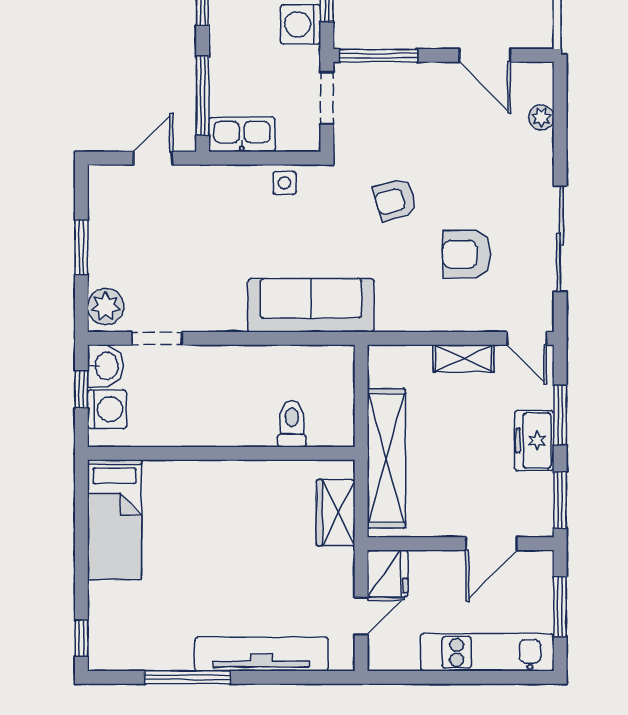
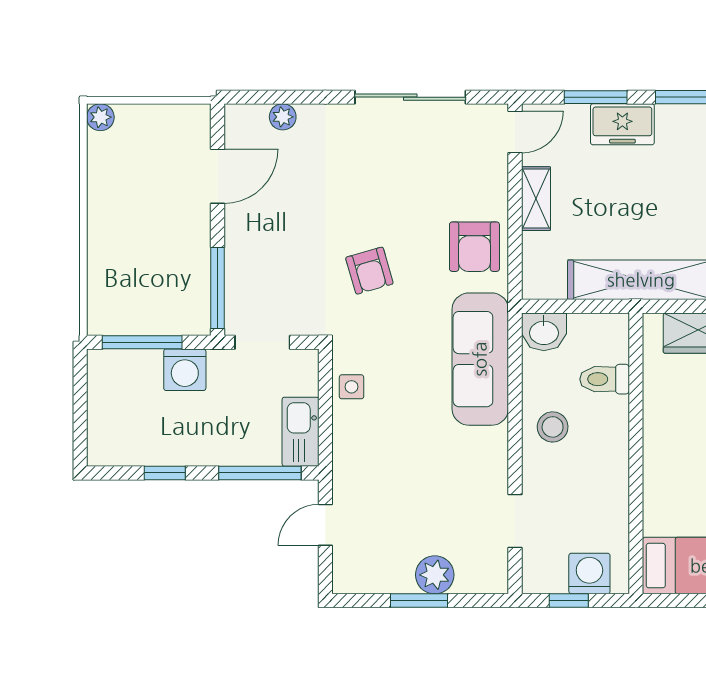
door: (153, 158) -> (325, 525), hinge flipped
armchair: (467, 254) -> (474, 247), moved
plant: (106, 307) -> (435, 575), moved
washbasin: (106, 366) -> (544, 332), moved, turned 180
stool: (246, 374) -> (553, 427), added

